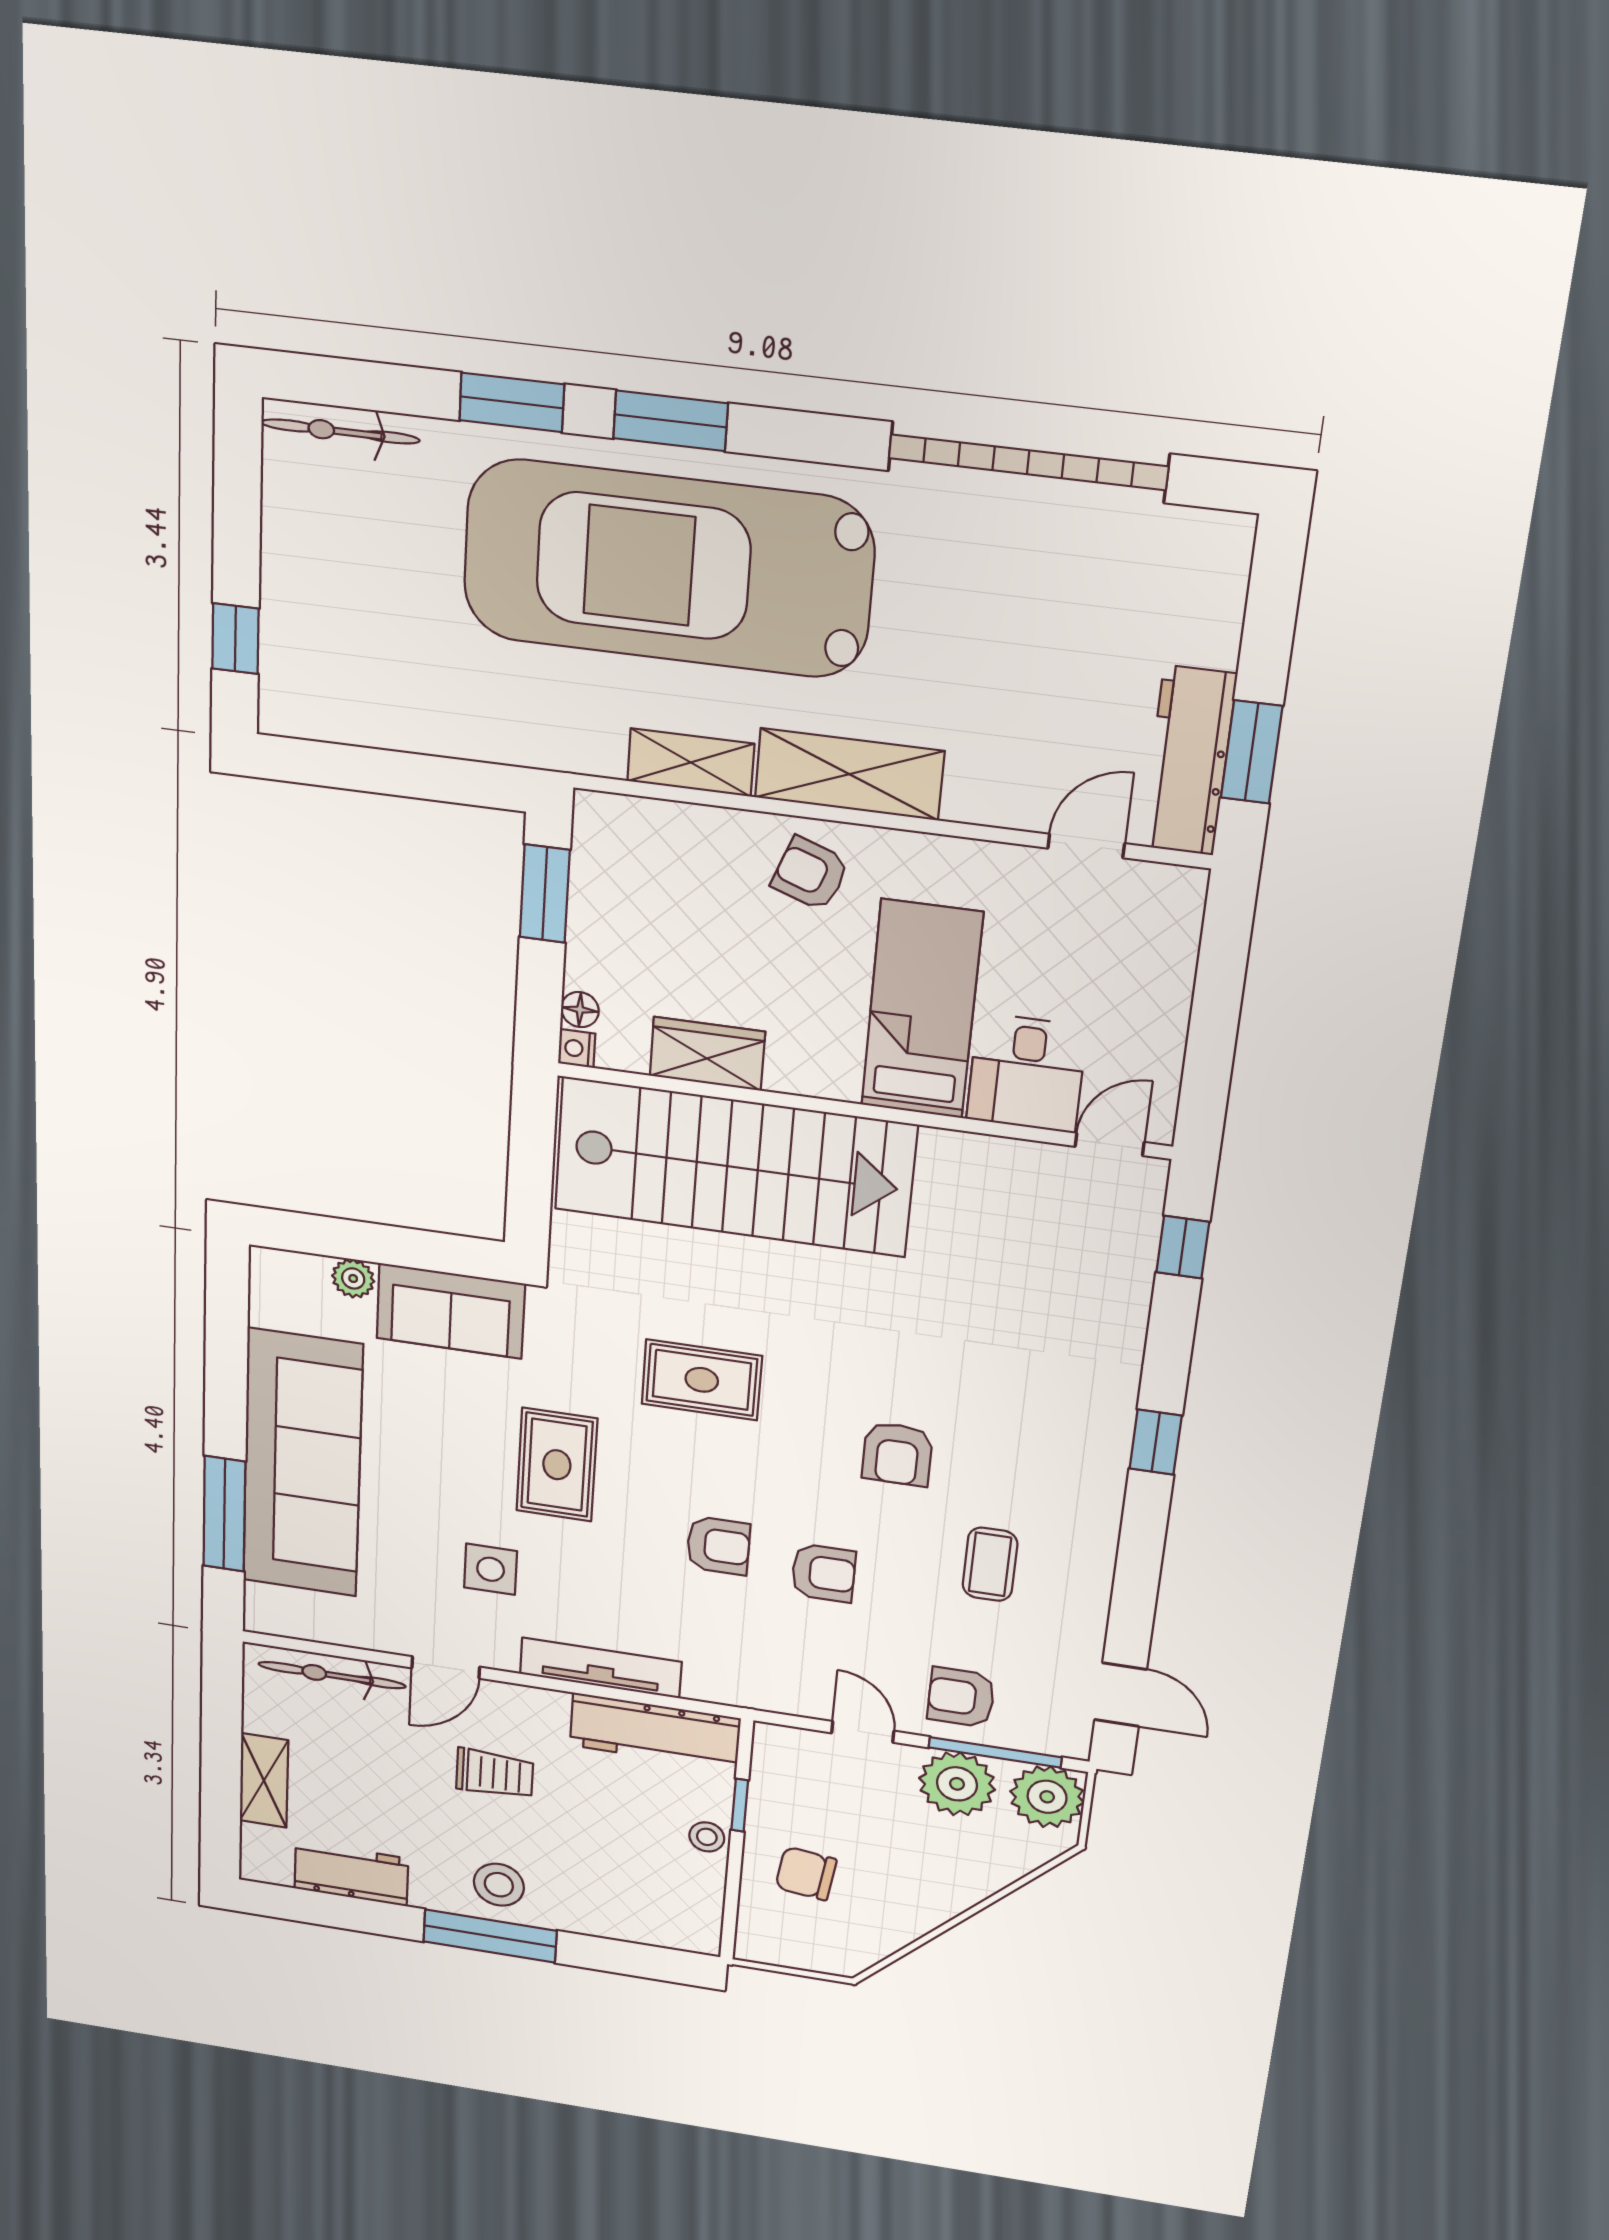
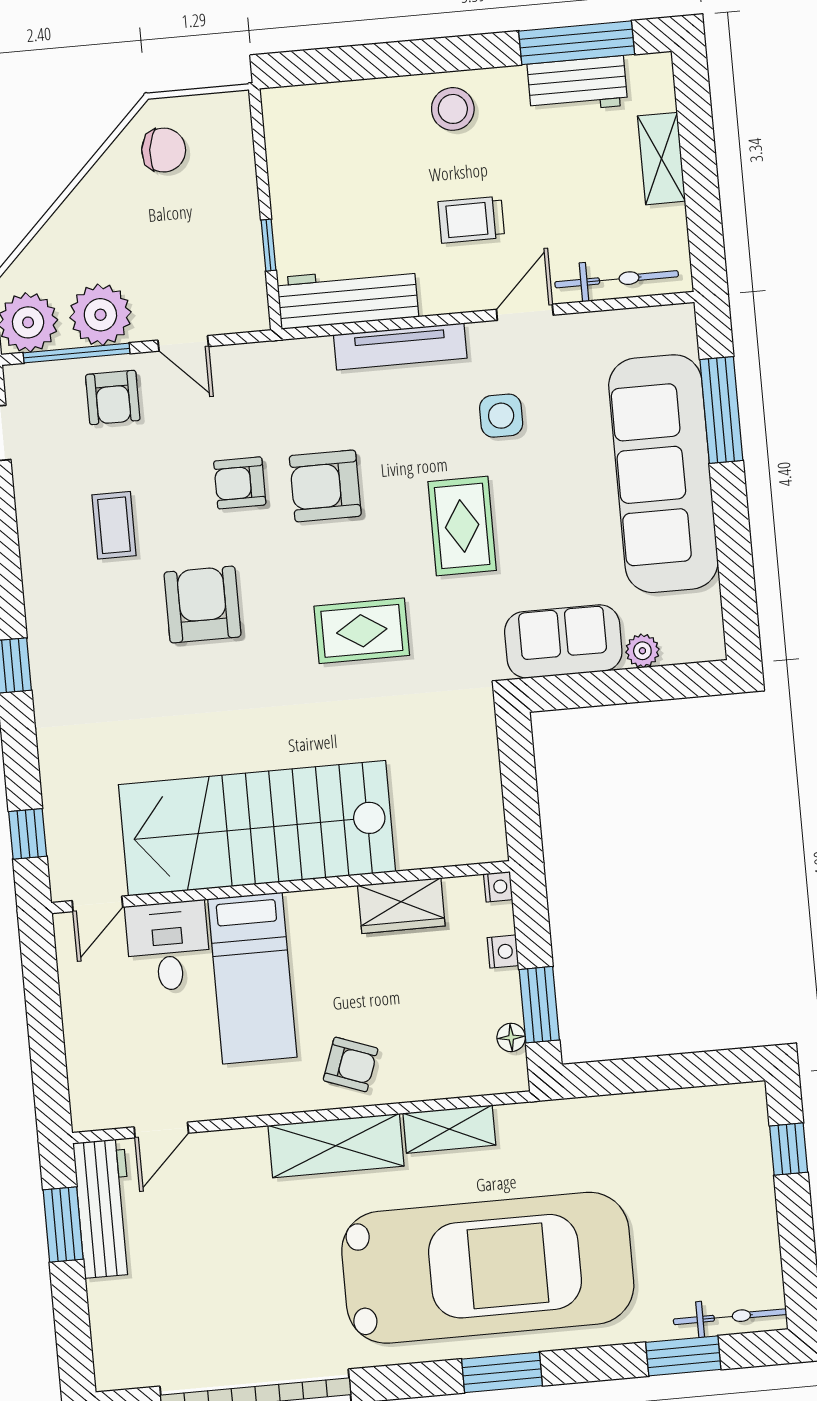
window: (512, 402) -> (683, 1356), moved
nightstand: (583, 969) -> (503, 952), added
floor lamp: (580, 1010) -> (511, 1037), moved
stairs: (734, 1167) -> (257, 828), moved
armchair: (897, 1454) -> (202, 605), width x1.38, depth x1.38
armchair: (718, 1546) -> (325, 486), width x1.38, depth x1.38
armchair: (961, 1697) -> (113, 397), turned 90
stool: (707, 1837) -> (290, 206), removed
chair: (806, 1874) -> (164, 150), moved
window: (490, 1936) -> (577, 43), moved

